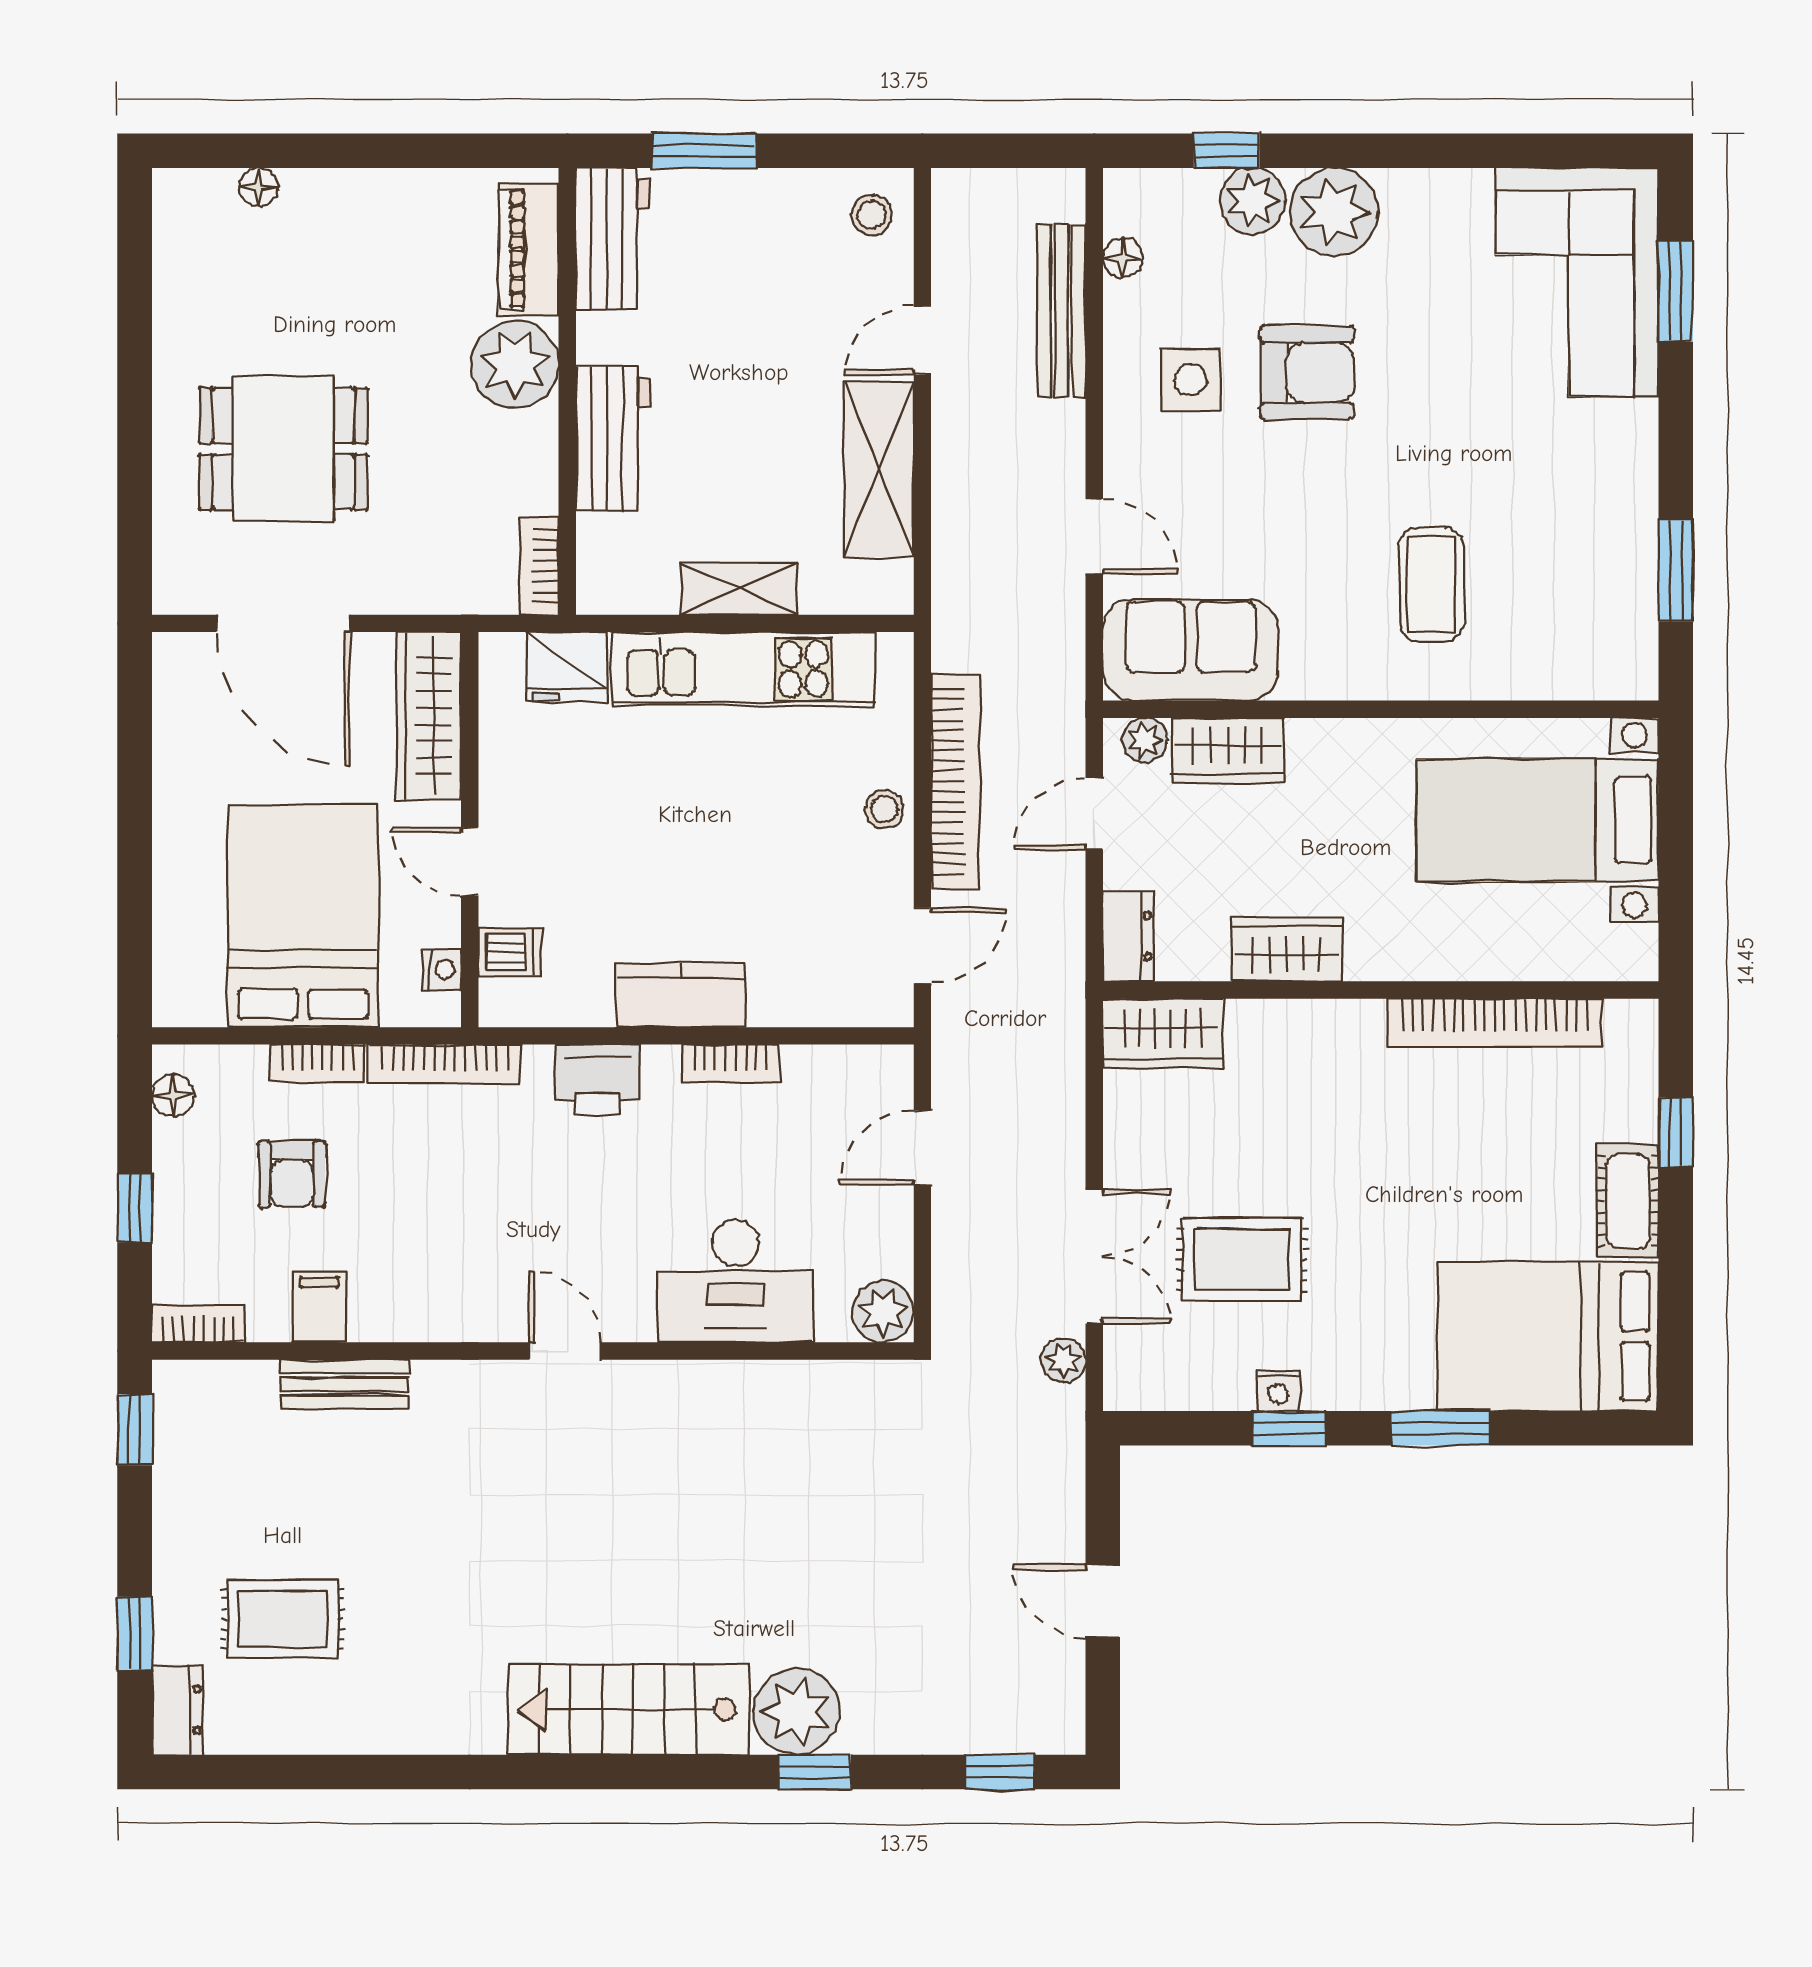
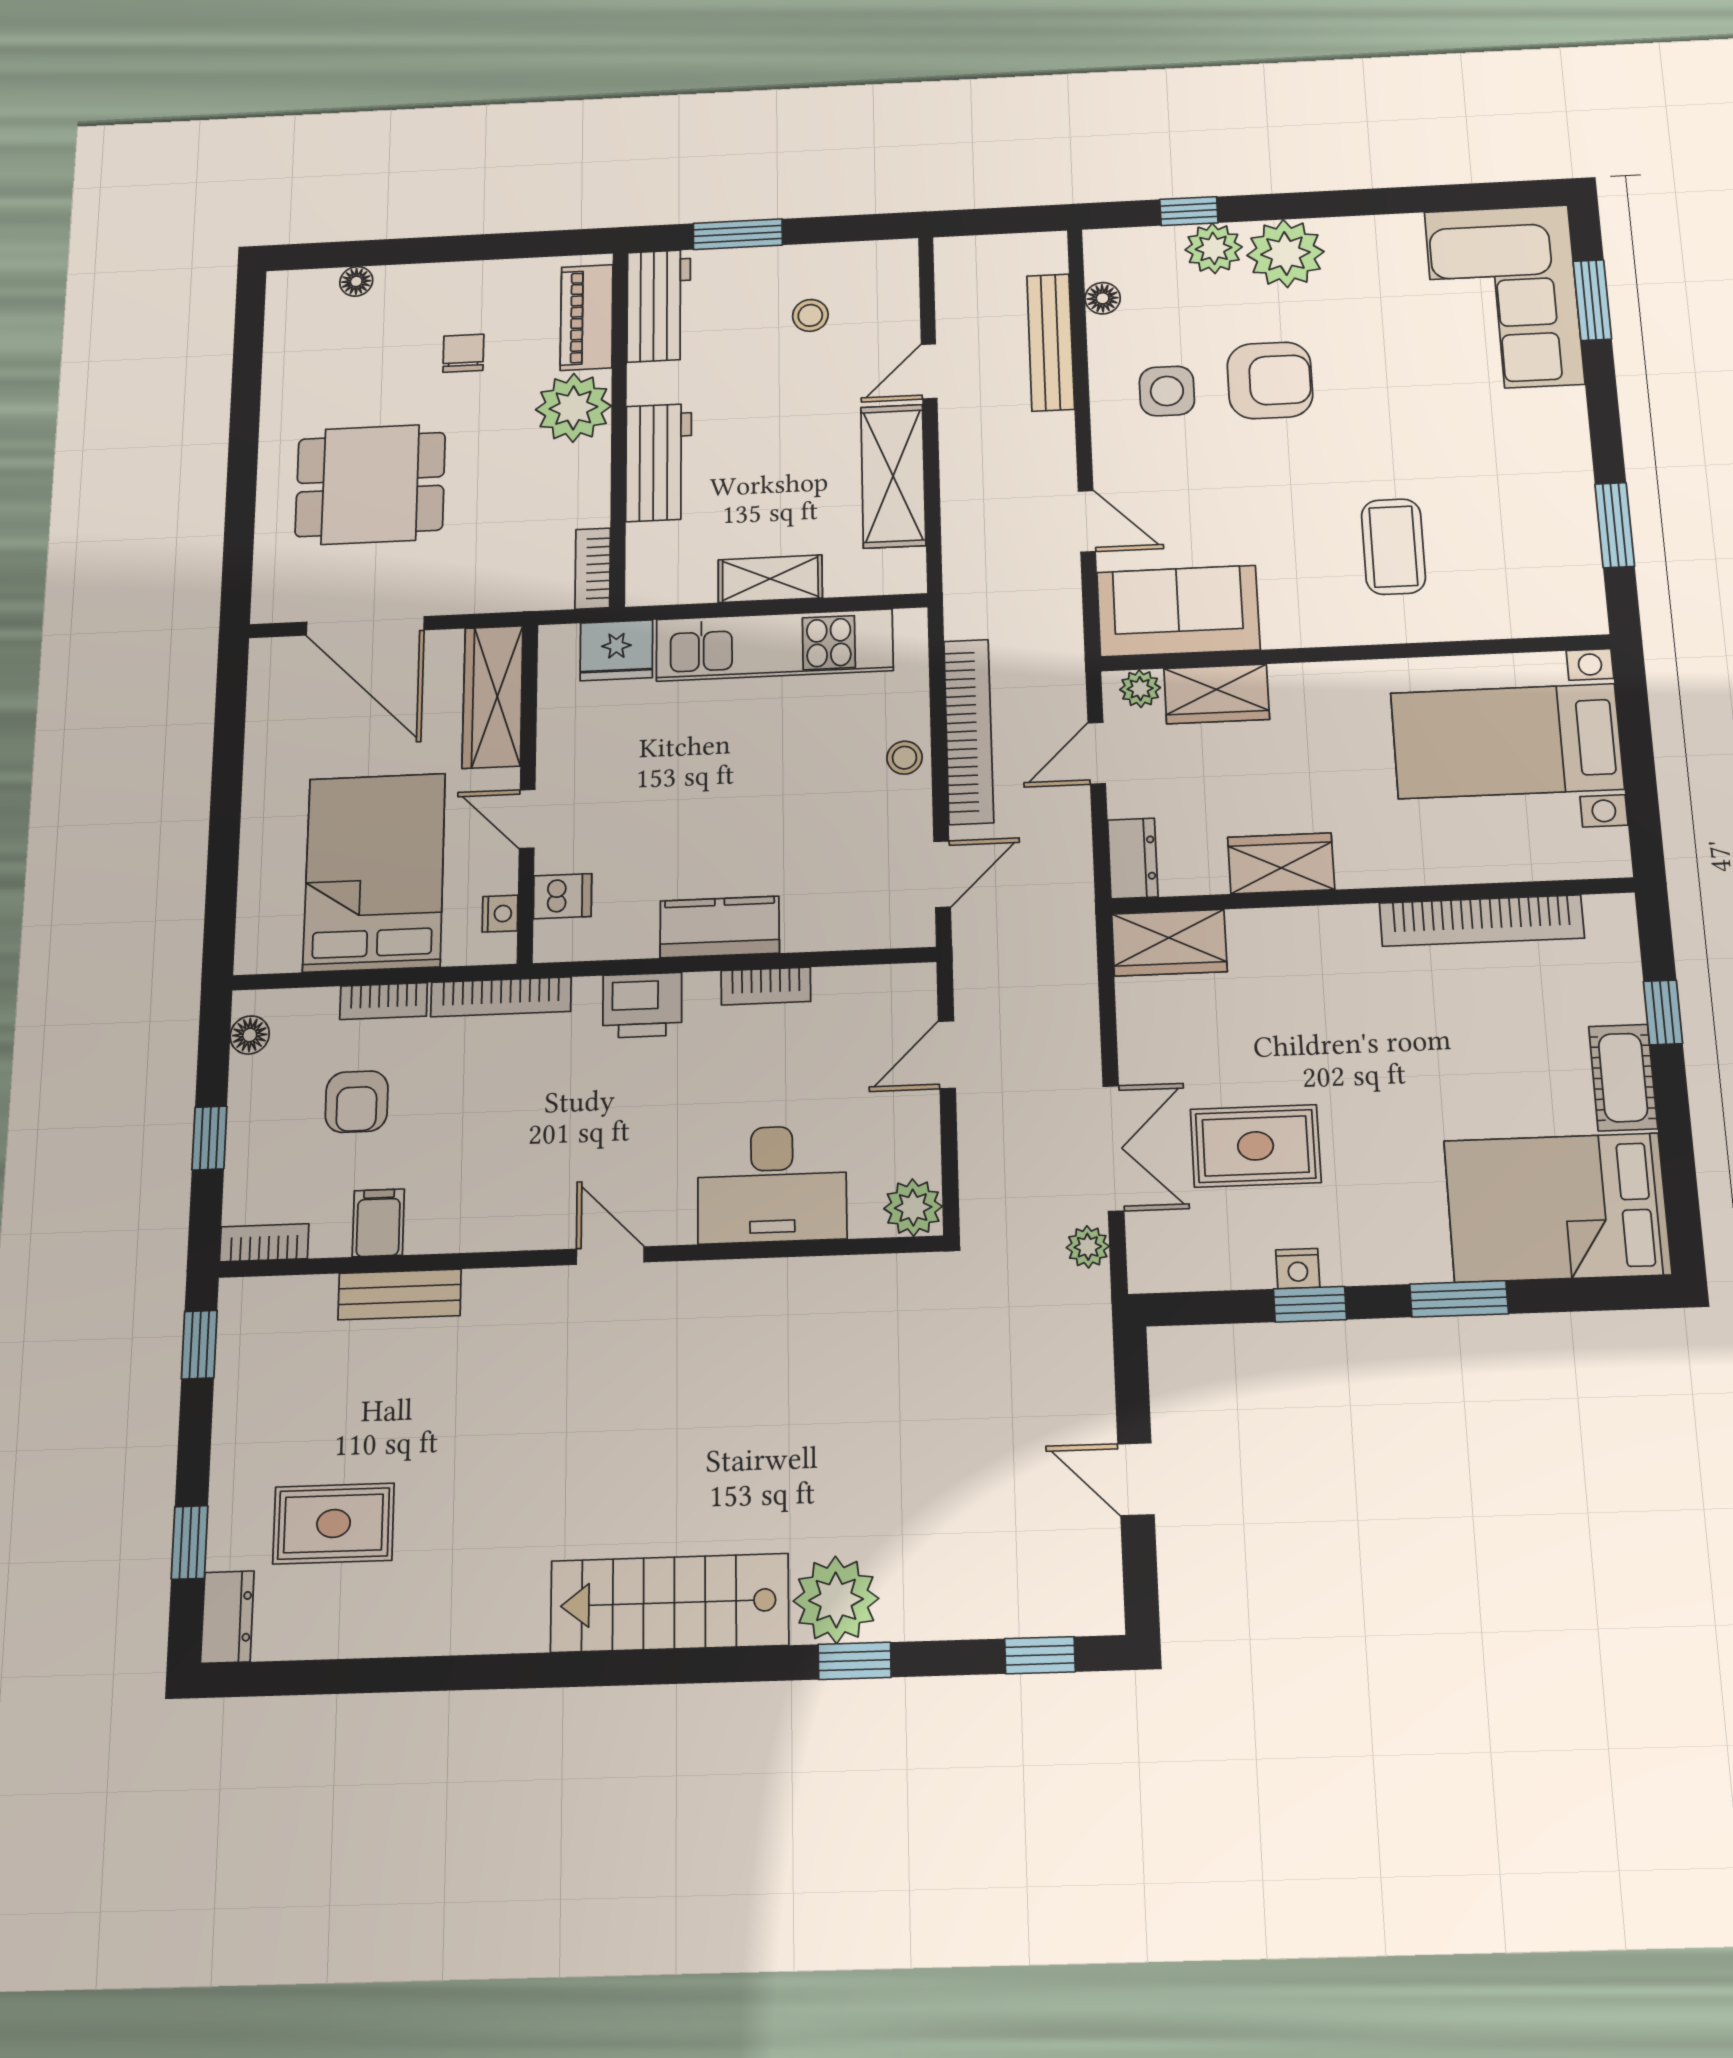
stool: (872, 215) -> (810, 315), moved
chair: (386, 288) -> (463, 353), added

